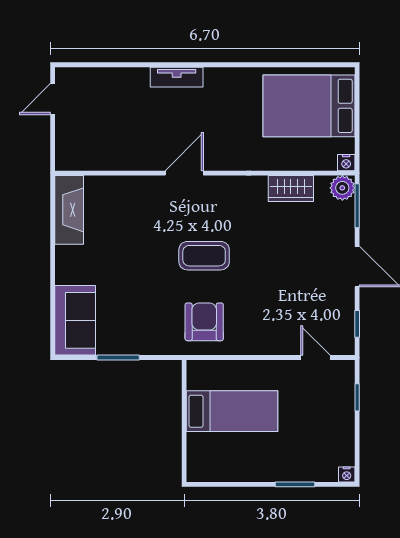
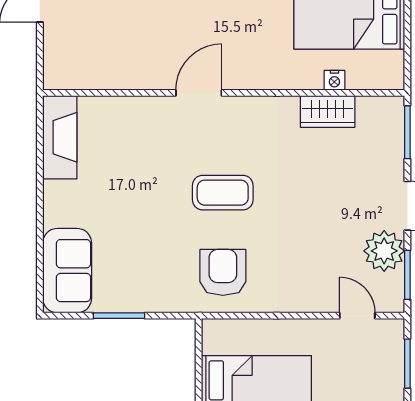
nightstand: (346, 163) -> (334, 80), moved
plant: (342, 188) -> (384, 251), moved, width x1.36, depth x1.36
window: (357, 324) -> (407, 275), width x1.50
window: (357, 397) -> (407, 364), width x1.50

